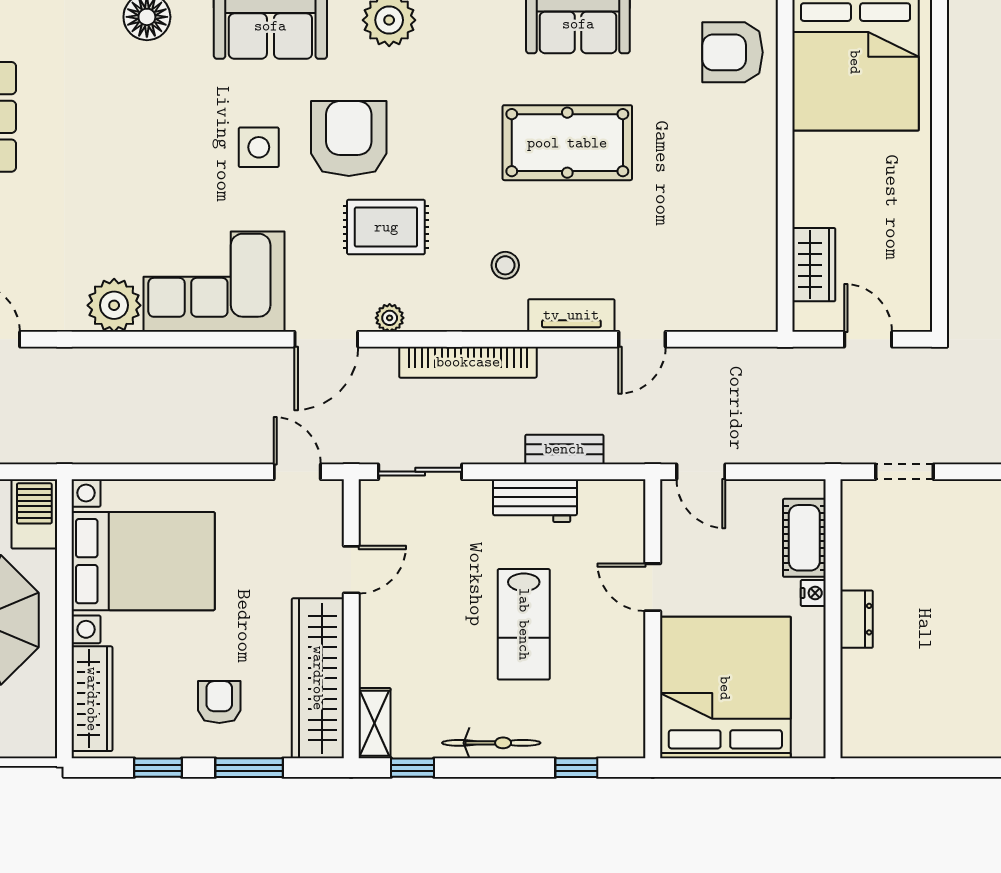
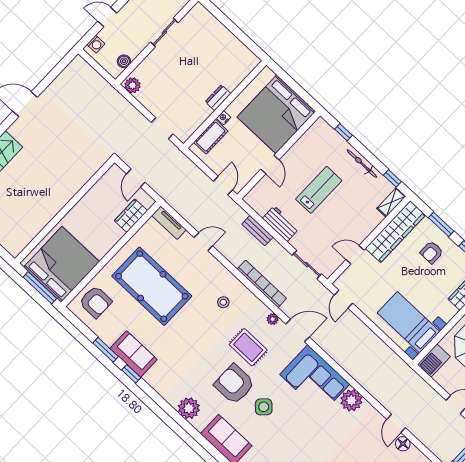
armchair: (349, 139) -> (234, 384), turned 90
pool table: (567, 143) -> (152, 286), moved, width x1.36, depth x1.32
side table: (259, 147) -> (264, 407), turned 45
tv unit: (571, 315) -> (169, 223), moved
bed with nightstands: (143, 561) -> (409, 322), width x0.73

